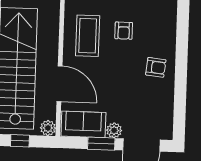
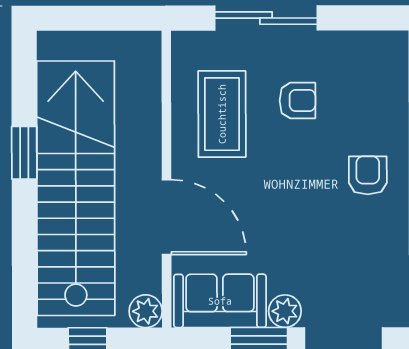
armchair: (124, 31) -> (297, 101), turned -90
armchair: (156, 67) -> (368, 175), turned -96

